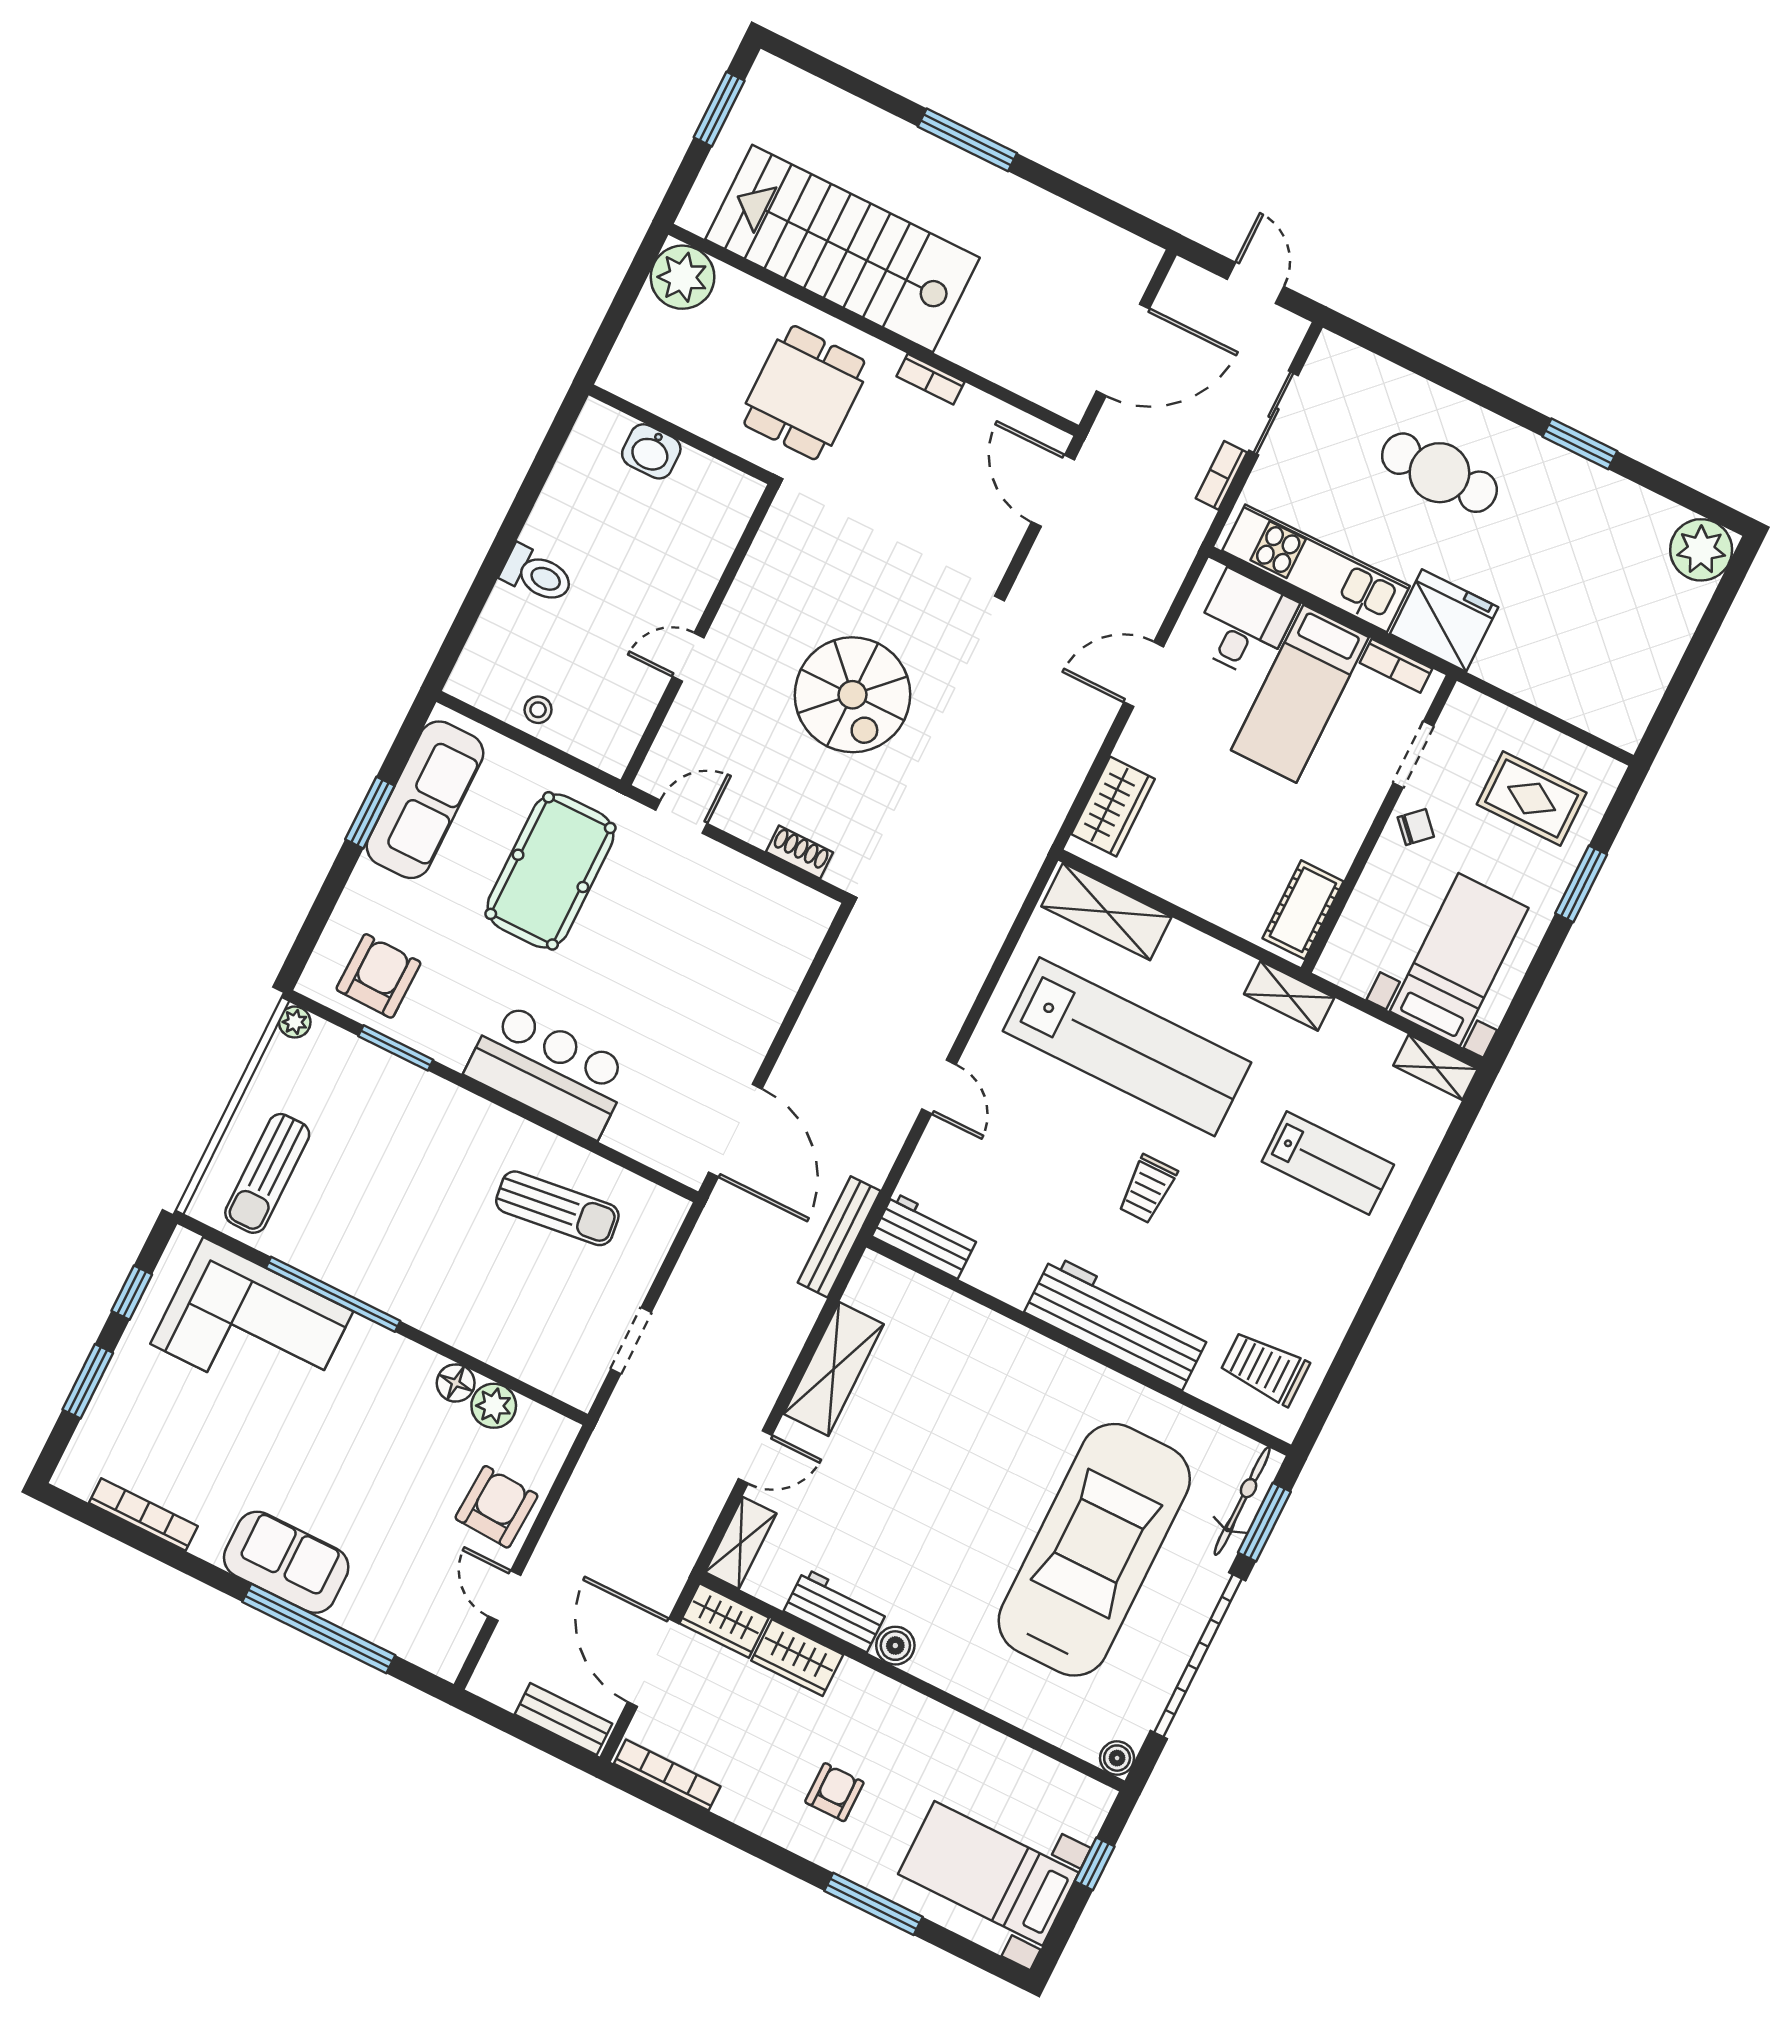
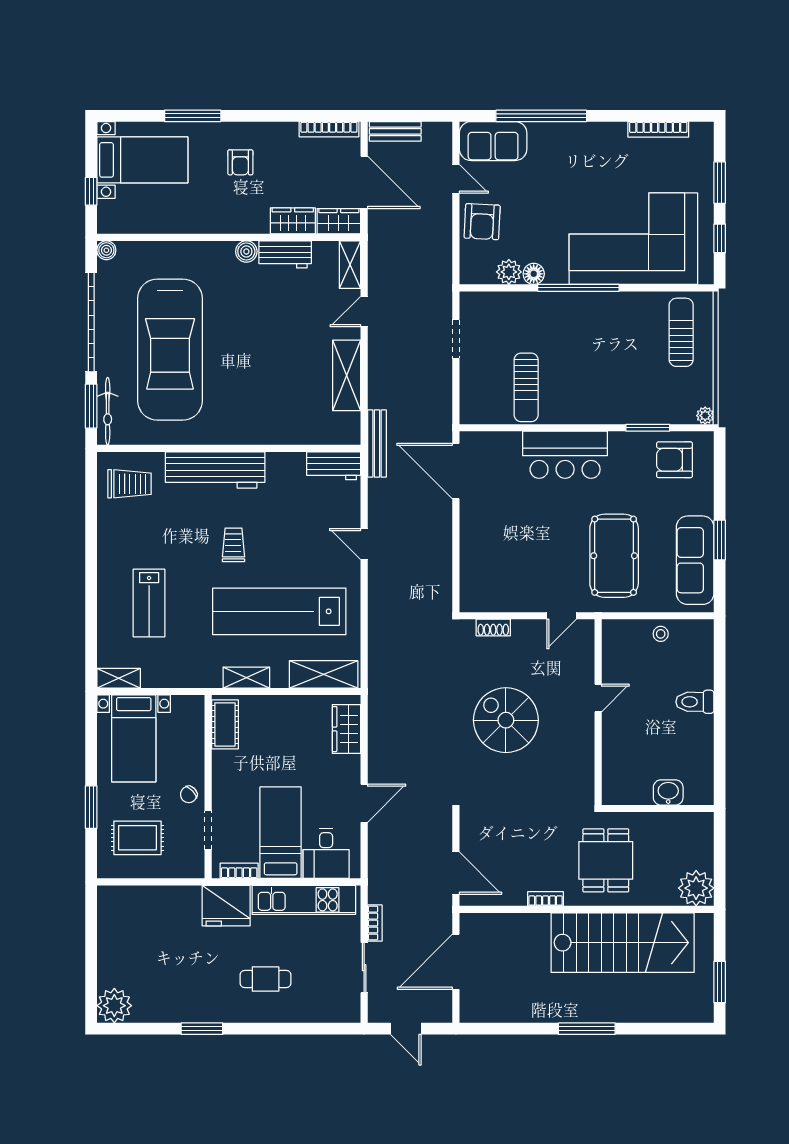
cafe table: (1439, 473) -> (266, 979), width x0.73, depth x0.74
armchair: (378, 976) -> (675, 460), turned 89
shelving: (1289, 996) -> (246, 678), moved
lab bench: (1328, 1163) -> (149, 603), turned -90
sun lounger: (557, 1208) -> (526, 387), turned -83
window: (333, 1294) -> (578, 288), moved
corner sofa: (252, 1328) -> (633, 239), width x1.36, depth x1.36
sofa: (286, 1562) -> (493, 141), moved

